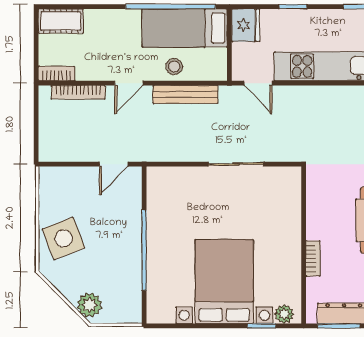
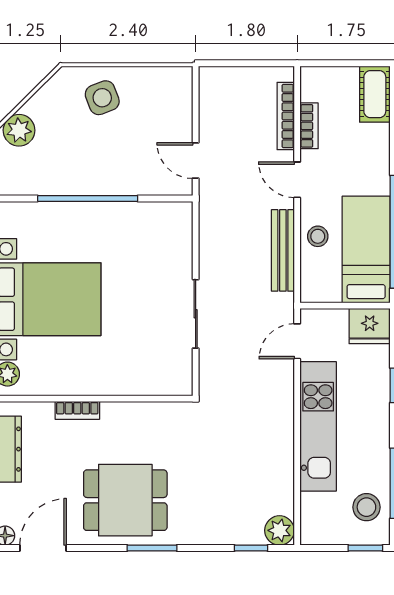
bookcase: (57, 73) -> (309, 126), moved
side table: (64, 239) -> (102, 98), width x0.73, depth x0.73

